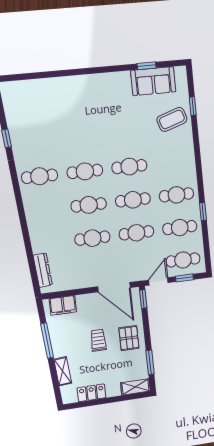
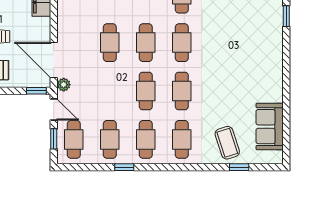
window: (147, 66) -> (286, 16), moved
cafe table: (136, 233) -> (182, 139), moved
plant: (135, 275) -> (64, 85), added
door: (114, 287) -> (54, 60), hinge flipped

